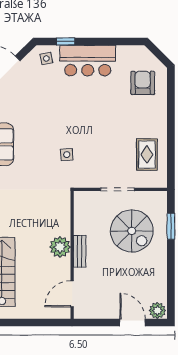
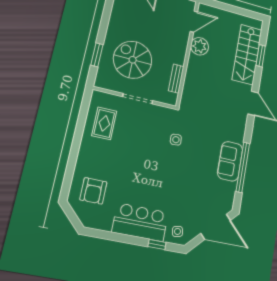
plant: (60, 247) -> (200, 46), moved
bench: (80, 251) -> (176, 79), moved

